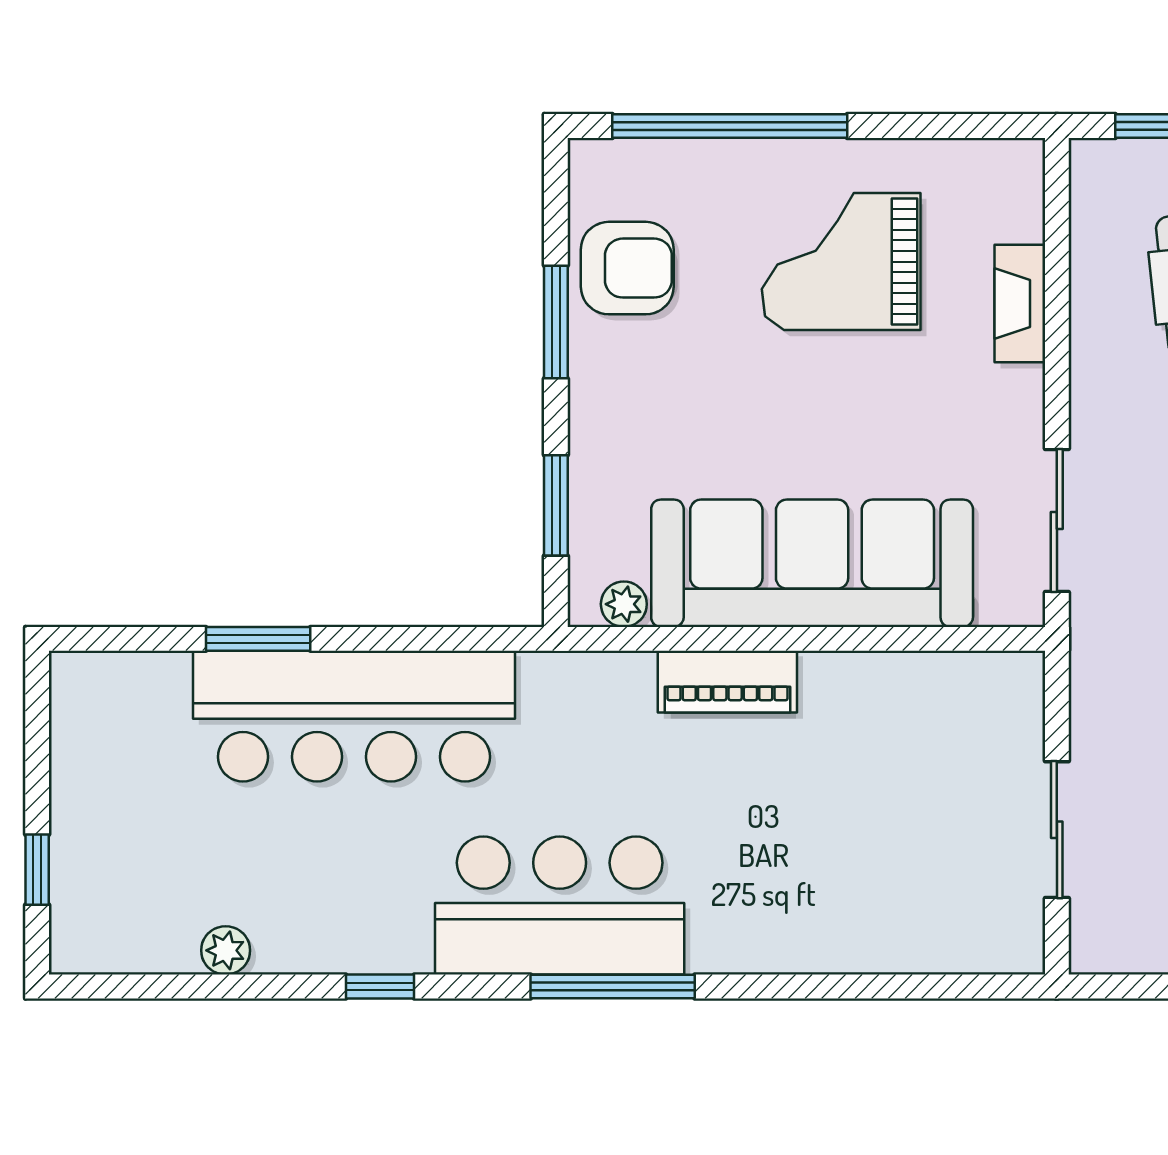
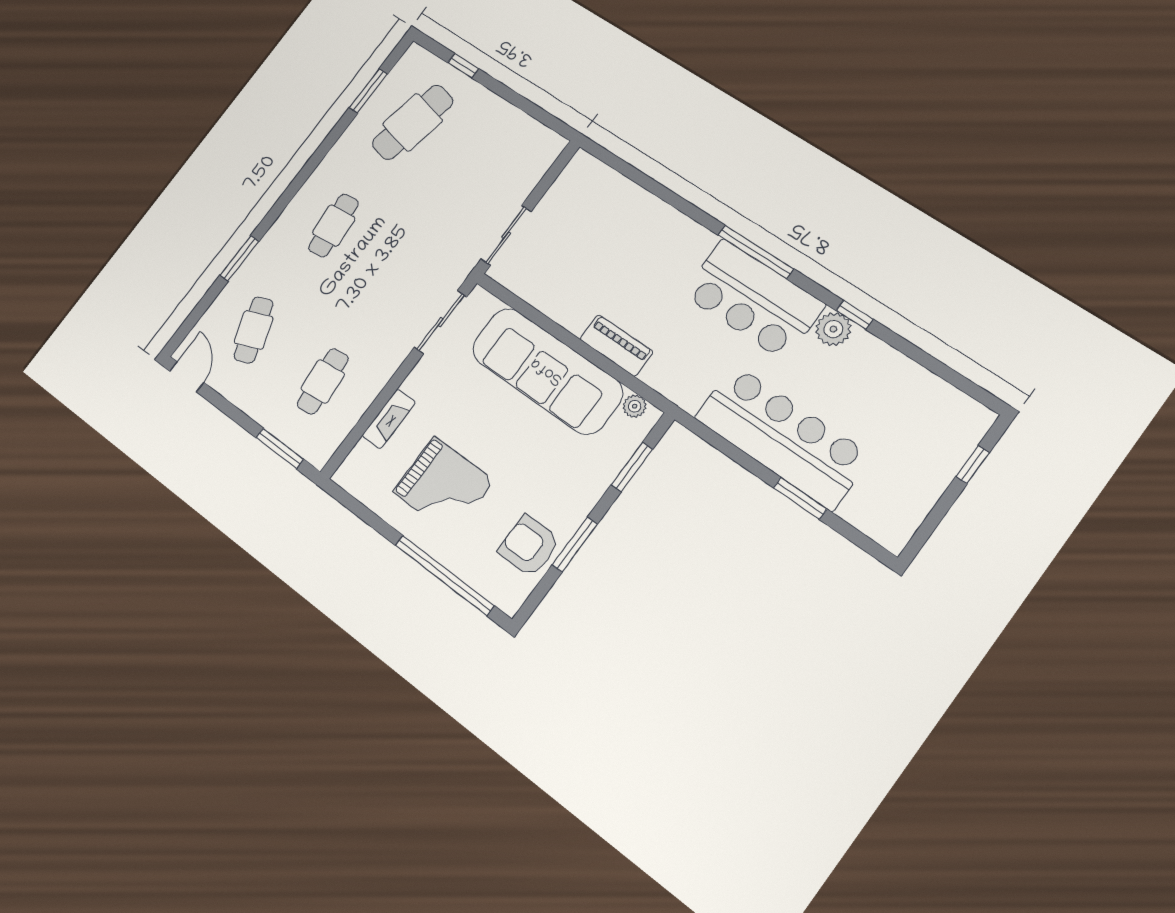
sliding door: (1057, 830) -> (506, 235), moved
plant: (226, 950) -> (833, 329), moved, width x1.38, depth x1.38

